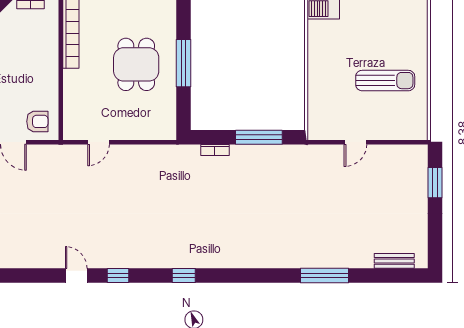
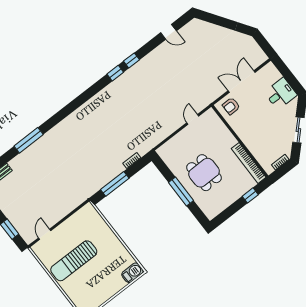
sun lounger: (385, 81) -> (74, 261), width x1.36, depth x1.34
door: (355, 142) -> (45, 234), moved
door: (76, 276) -> (168, 32), moved
window: (184, 276) -> (115, 73), moved

